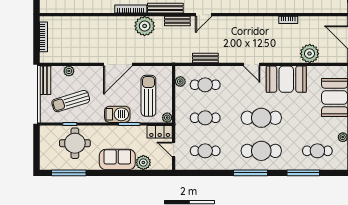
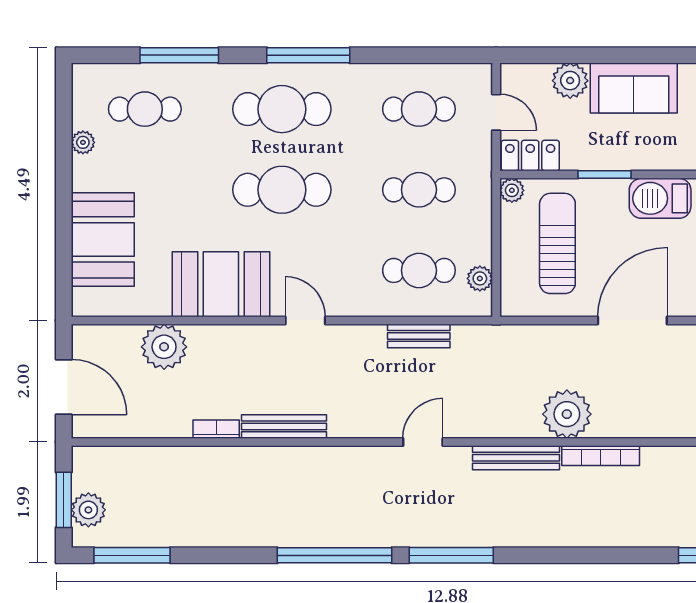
bench: (177, 21) -> (284, 426), moved, width x1.36
sun lounger: (148, 96) -> (557, 243), turned 180
barbecue: (117, 114) -> (660, 198), moved

